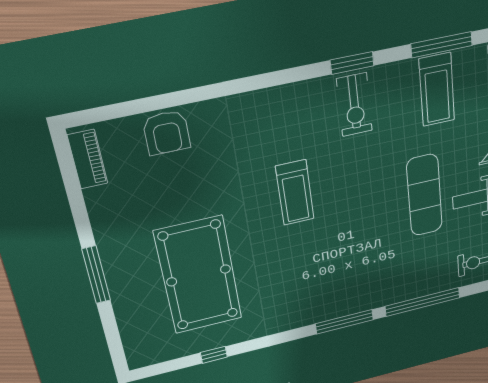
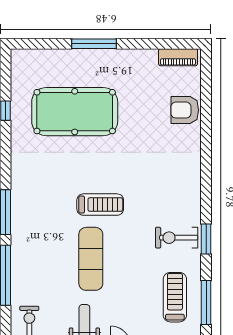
treadmill: (437, 90) -> (175, 297), turned 90
treadmill: (295, 193) -> (100, 205), moved, turned 180
exercise mat: (424, 195) -> (91, 259), moved, turned 90

